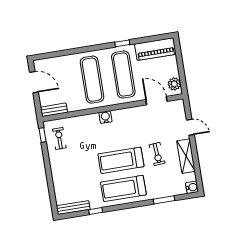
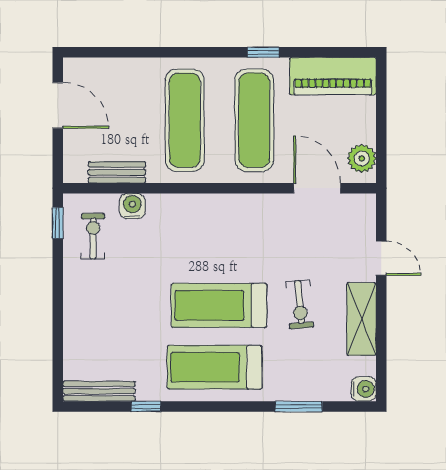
bench: (54, 110) -> (117, 172), moved
water cooler: (105, 117) -> (132, 206), moved

